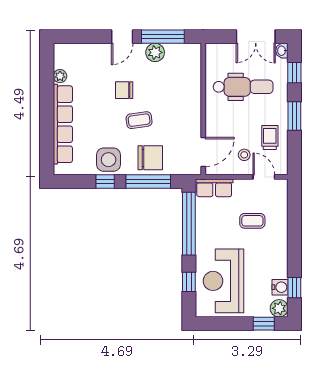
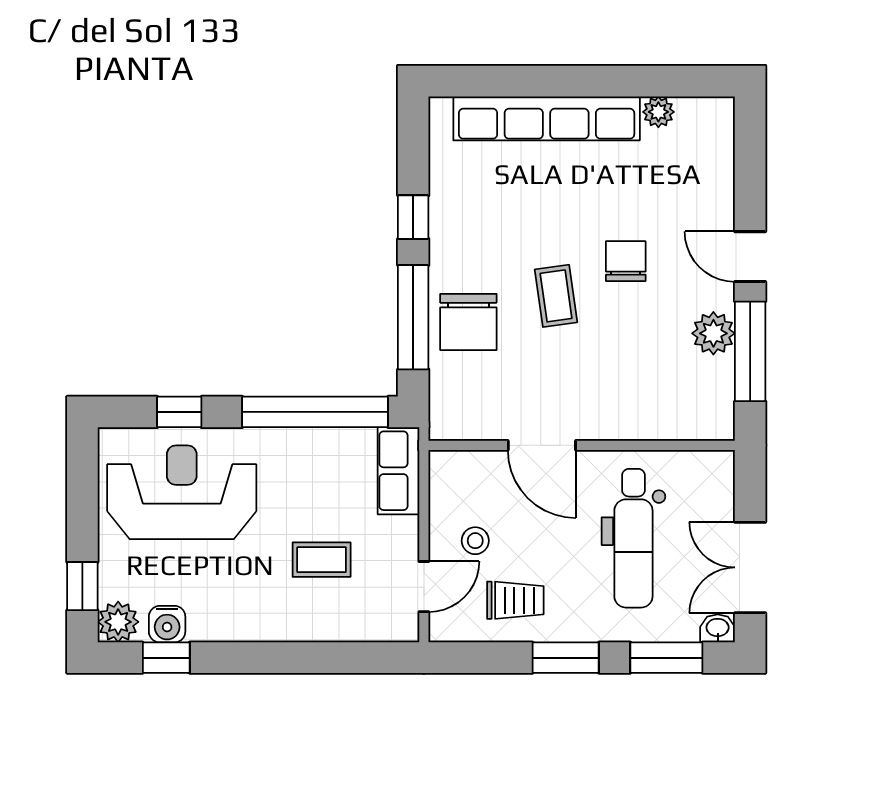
window: (294, 73) -> (666, 658), width x1.50
door: (203, 152) -> (542, 445), moved
side table: (109, 160) -> (464, 225), removed
coffee table: (252, 221) -> (322, 560), turned 90

